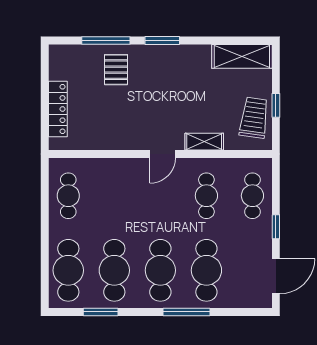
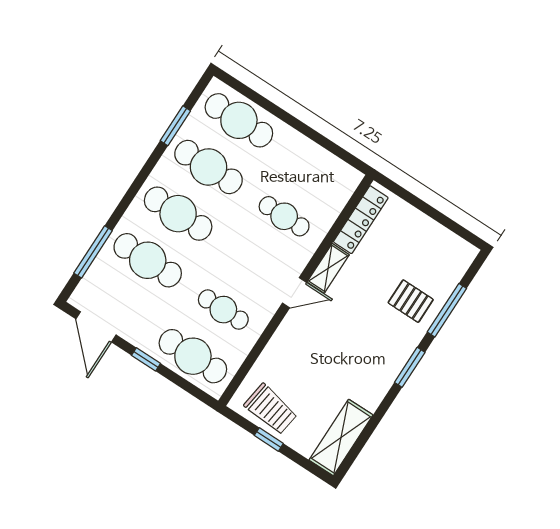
locker: (58, 109) -> (361, 220), moved, turned -90
shelving: (204, 142) -> (328, 268), moved
door: (163, 154) -> (294, 293), swing flipped
cafe table: (68, 196) -> (284, 216), moved
cafe table: (252, 196) -> (193, 356), width x1.37, depth x1.35
window: (187, 312) -> (93, 252), moved

